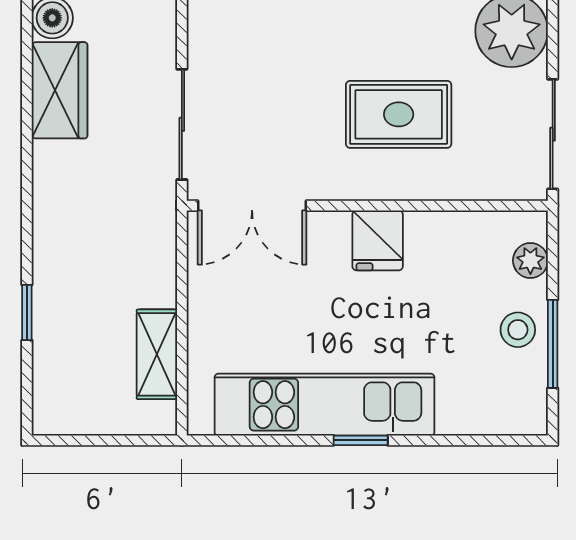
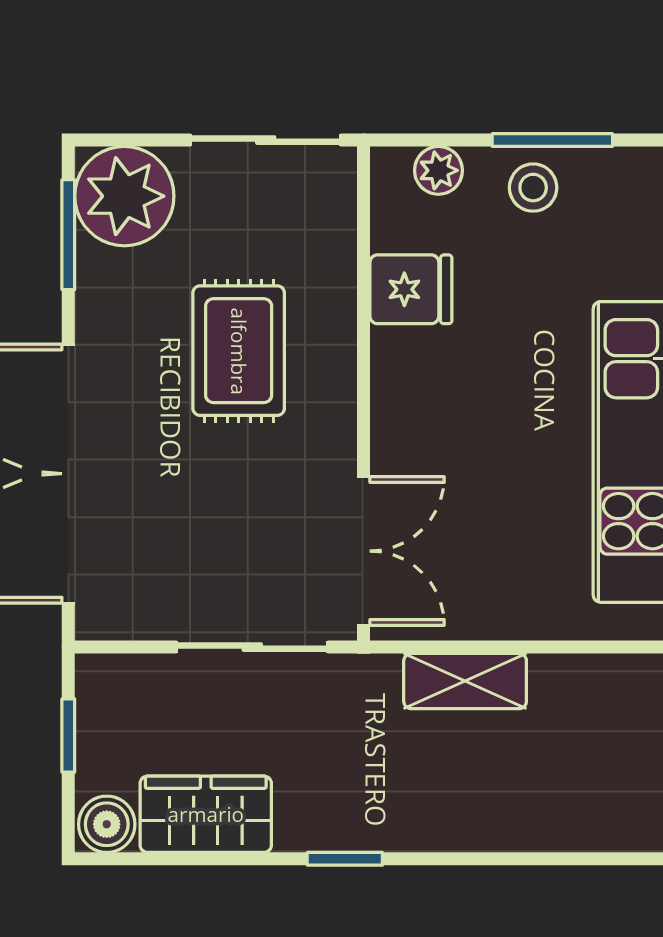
fridge: (378, 240) -> (411, 289), moved
window: (27, 313) -> (345, 859), moved
shelving: (157, 354) -> (465, 681), moved

